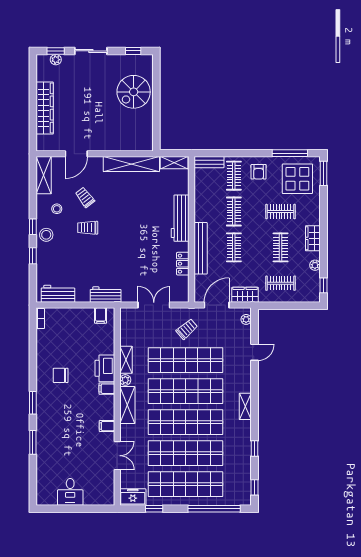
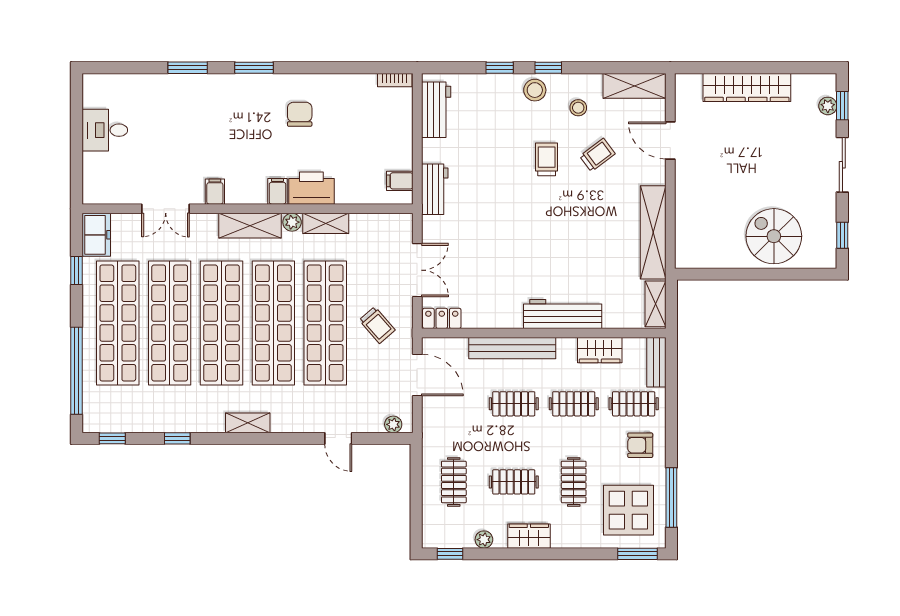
locker: (183, 264) -> (442, 318), moved
wardrobe: (245, 295) -> (600, 350), moved, turned 90

